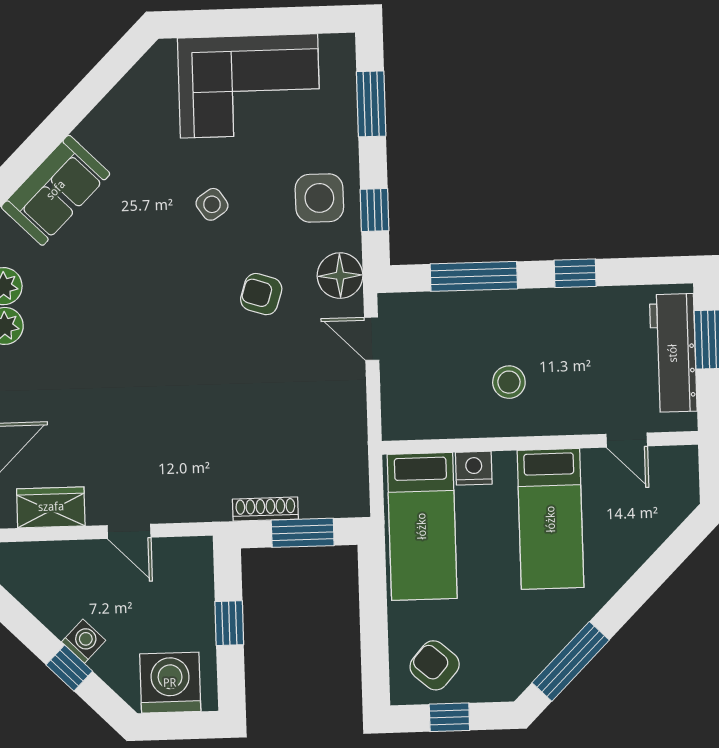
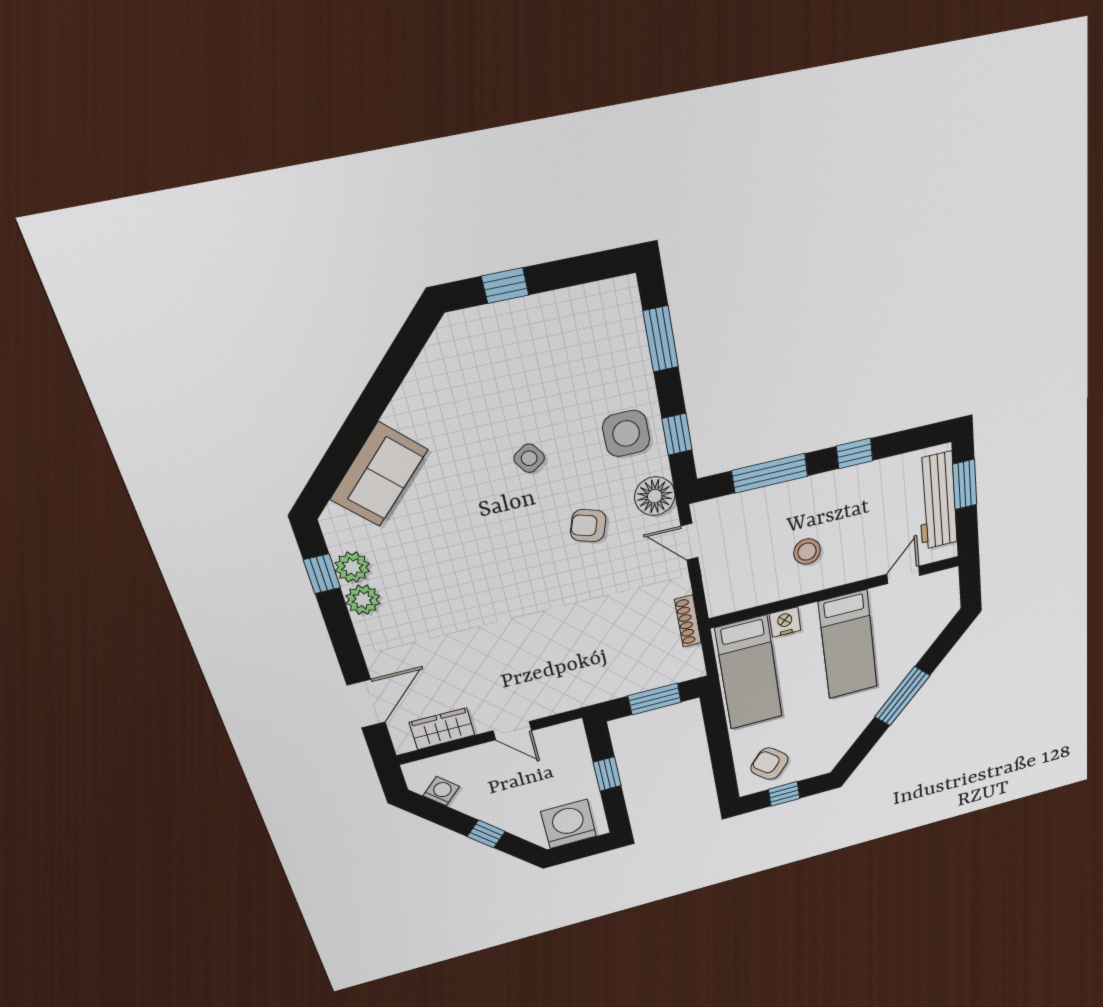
window: (222, 23) -> (505, 286), added
corner sofa: (249, 86) -> (543, 343), removed
door: (627, 440) -> (903, 575), swing flipped
shoe rack: (265, 509) -> (688, 621), moved, turned -90
washing machine: (84, 641) -> (441, 791), moved
window: (571, 661) -> (902, 696), moved

